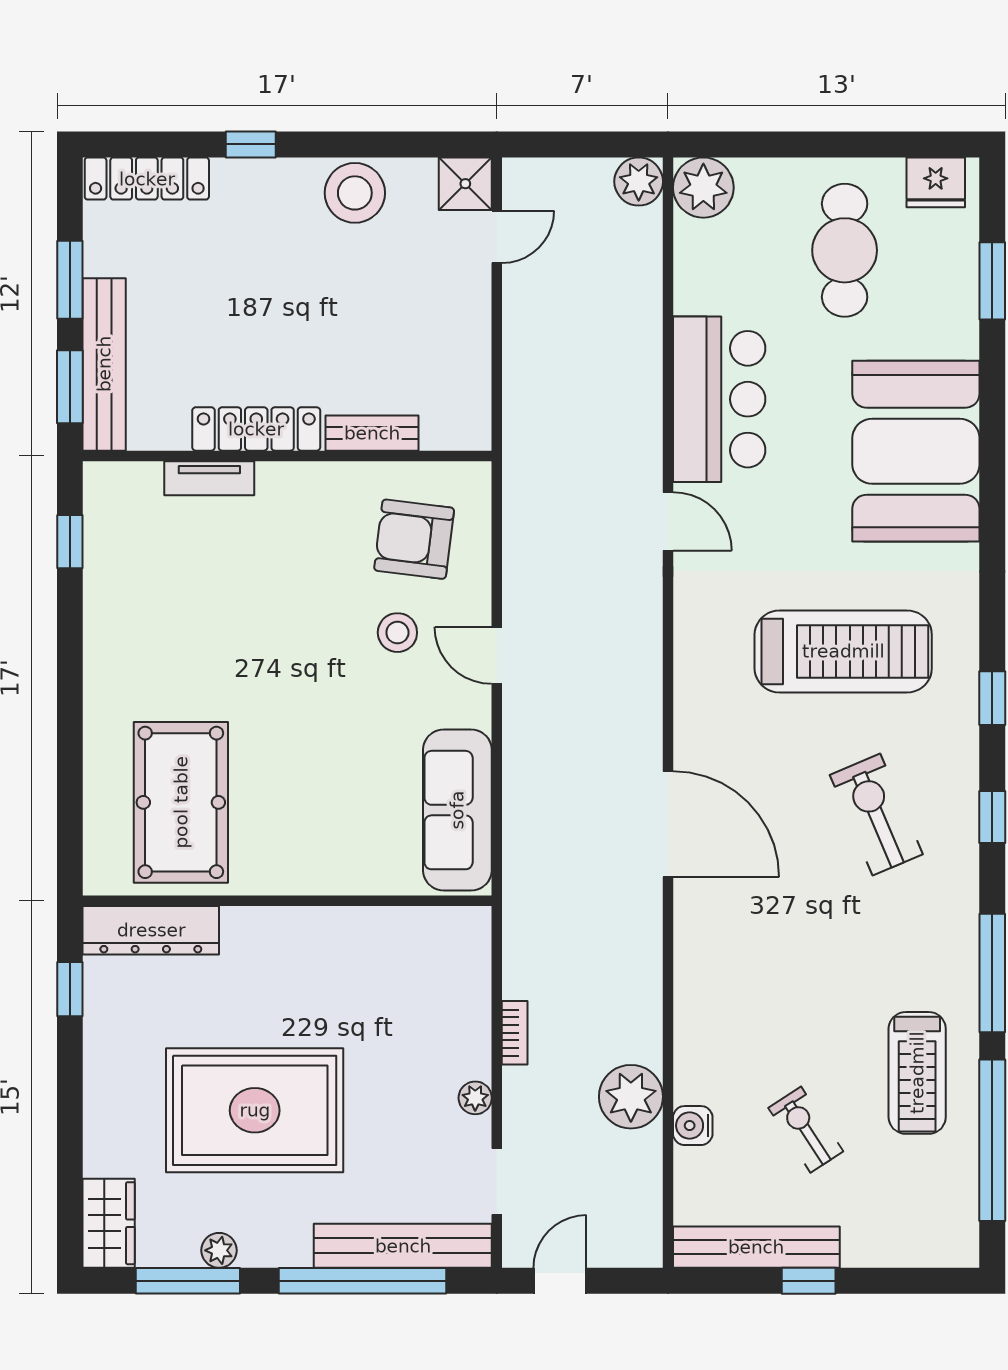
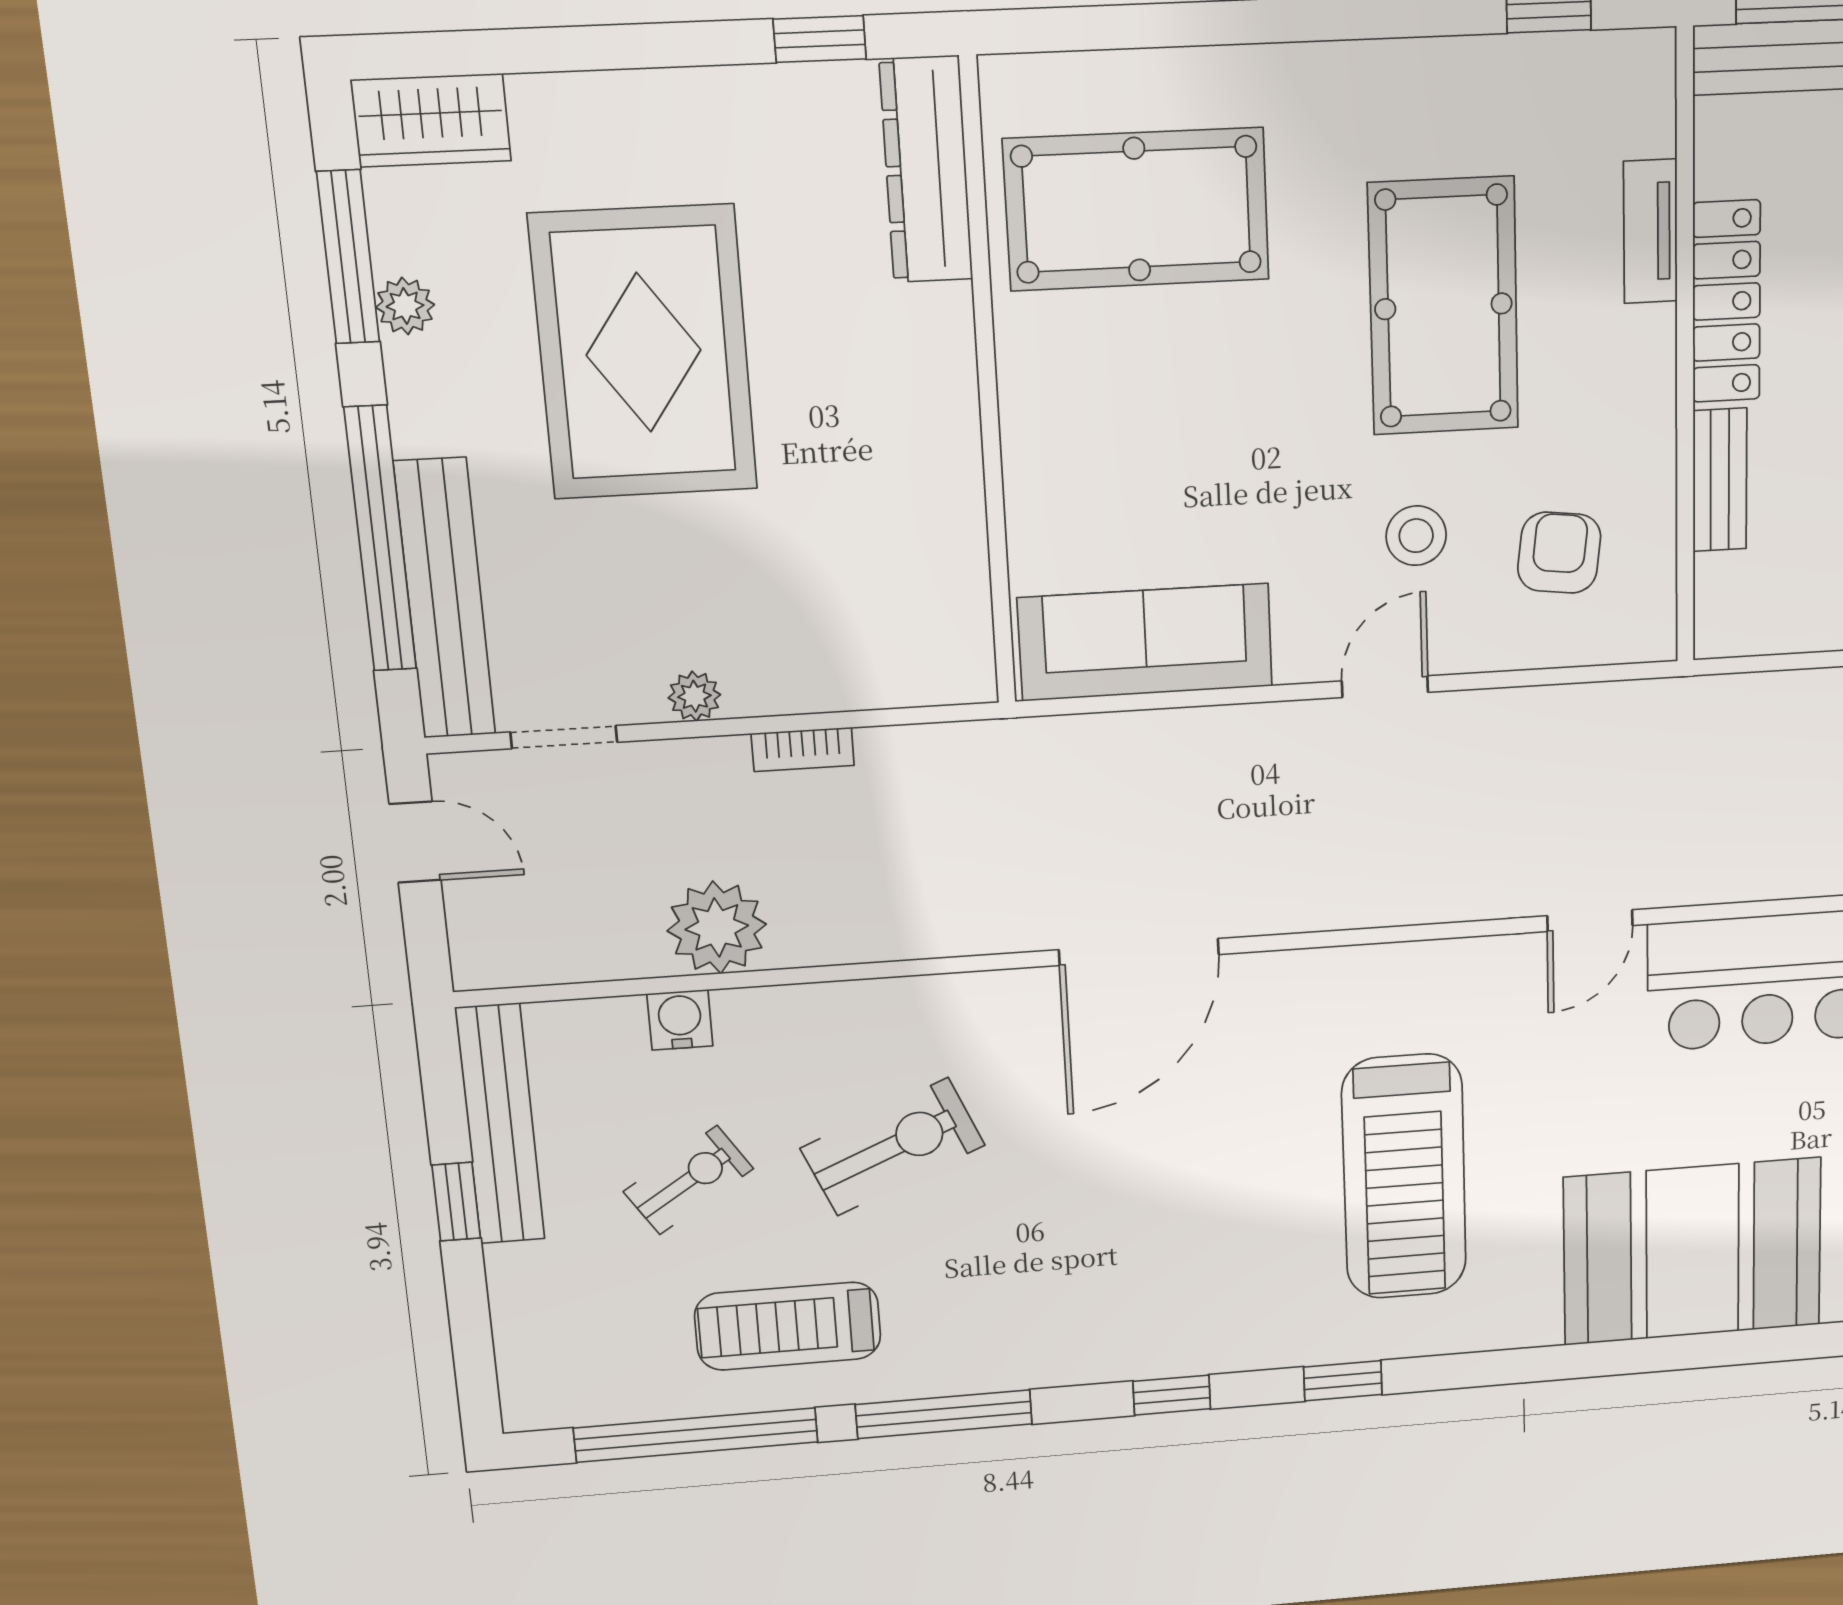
armchair: (414, 539) -> (1559, 553), width x0.72, depth x0.72
pool table: (250, 612) -> (1444, 306), added
exercise bike: (876, 815) -> (893, 1147), moved

